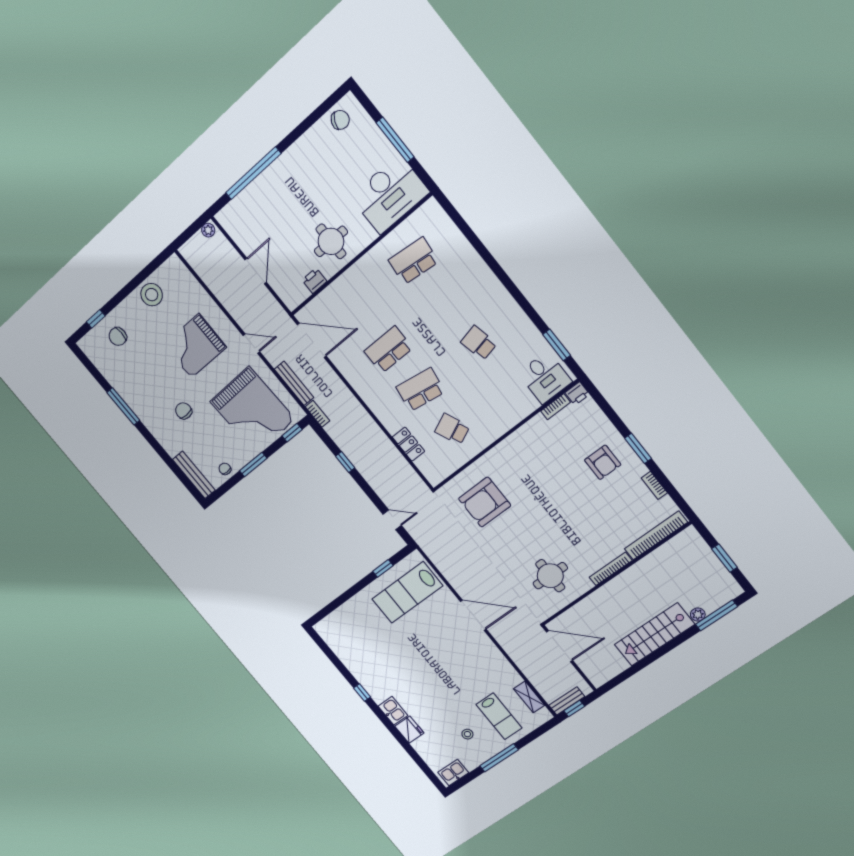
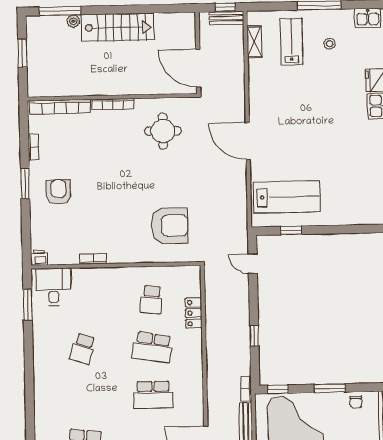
school desk: (479, 343) -> (83, 349), turned 30
bookcase: (556, 407) -> (93, 259), moved
school desk: (452, 429) -> (151, 300), turned 30

